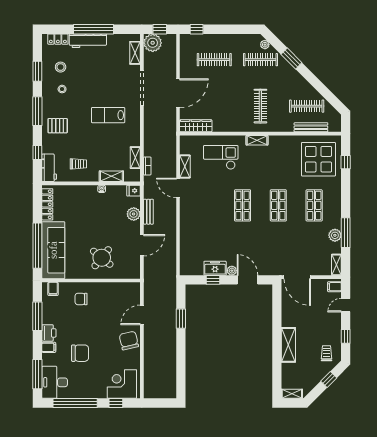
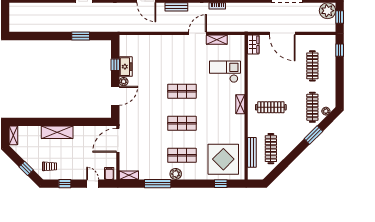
wardrobe: (196, 126) -> (253, 45), width x0.67
checkout: (221, 157) -> (225, 72), turned -90
plant: (335, 235) -> (176, 174), moved

